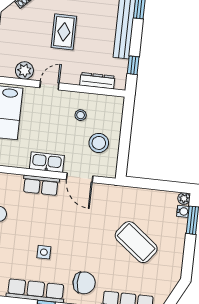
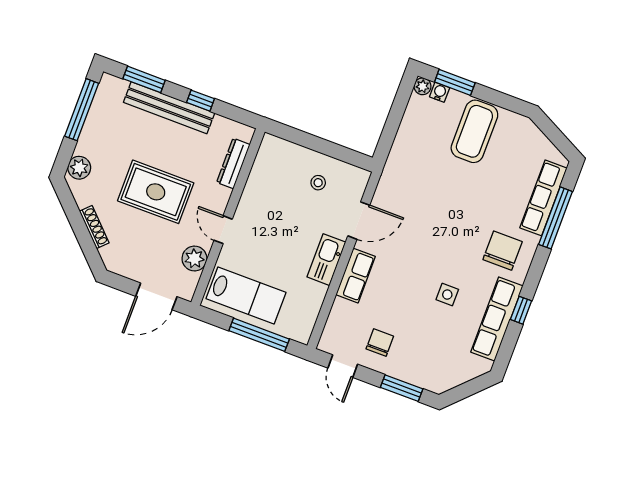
rug: (64, 32) -> (156, 192), width x1.36, depth x1.43
window: (133, 65) -> (200, 101), moved
stool: (81, 115) -> (274, 198), removed
stool: (99, 143) -> (318, 183), width x0.53, depth x0.53
coffee table: (136, 242) -> (474, 131), moved, turned -38

